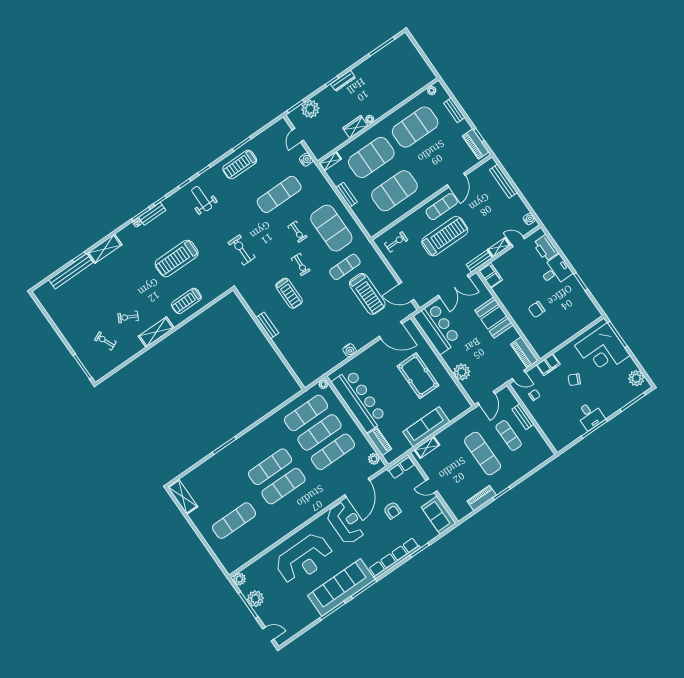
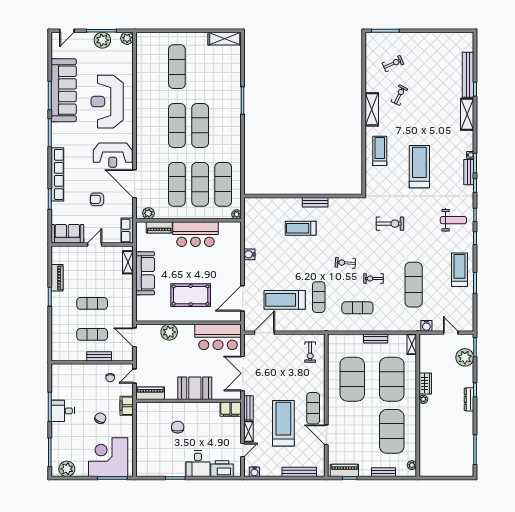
exercise mat: (331, 228) -> (357, 308), width x0.50, depth x0.69
treadmill: (445, 236) -> (283, 423), moved, turned 180
treadmill: (289, 293) -> (301, 228), moved
bar counter: (359, 400) -> (195, 234), width x0.73
exercise mat: (483, 454) -> (92, 303), width x0.73, depth x0.69
sofa: (341, 587) -> (64, 90), moved

